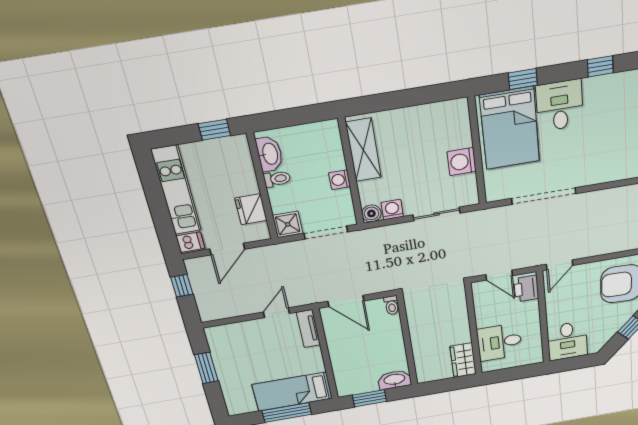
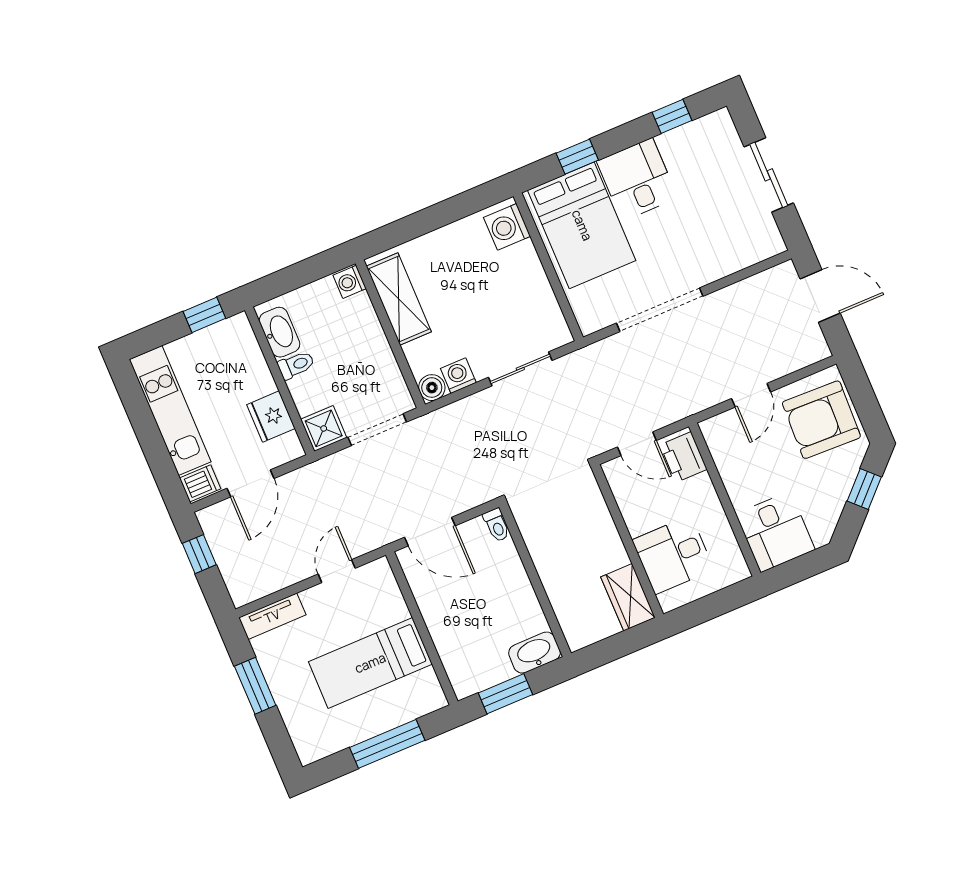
washing machine: (462, 162) -> (507, 227), moved
washing machine: (340, 180) -> (350, 282), moved
door: (560, 265) -> (751, 395), moved
tv unit: (308, 329) -> (272, 616), moved, turned -90
bed: (292, 392) -> (370, 663), moved

